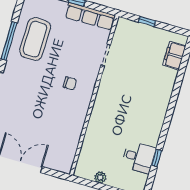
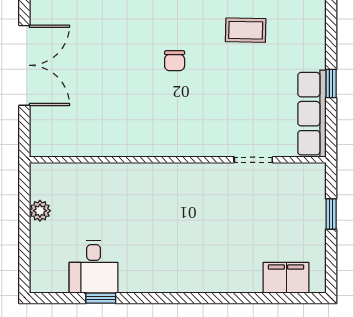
coffee table: (35, 39) -> (246, 30), width x0.54, depth x0.58
chair: (70, 83) -> (175, 61), moved

